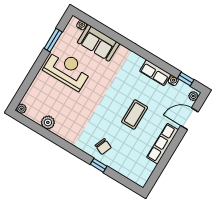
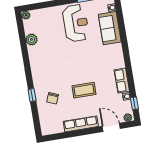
chair: (103, 146) -> (53, 98), moved

